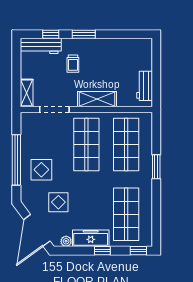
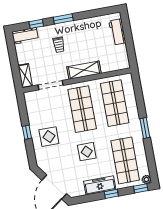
workbench: (41, 46) -> (25, 36), width x0.73
workbench: (145, 86) -> (117, 32), moved
window: (16, 160) -> (27, 132), width x0.32
window: (156, 167) -> (145, 128), moved
display table: (58, 202) -> (87, 152), moved
plant: (66, 241) -> (146, 179), moved

